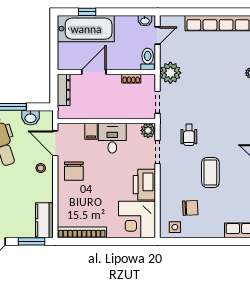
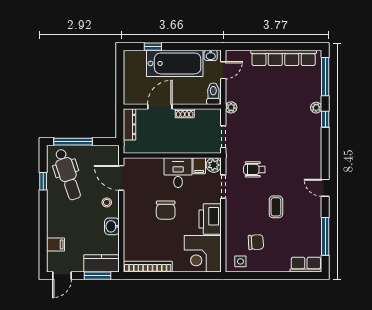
bathtub: (86, 29) -> (175, 63), moved
plant: (170, 73) -> (231, 107), width x0.53, depth x0.53
shoe rack: (131, 79) -> (185, 113), moved
washbasin: (30, 118) -> (112, 226), moved, turned 90
filing cabinet: (91, 131) -> (199, 166), moved
wheelchair: (189, 135) -> (254, 169), turned 90
chair: (74, 171) -> (166, 210), moved
coffee table: (210, 172) -> (276, 207), width x0.73, depth x0.77
kitchen counter: (44, 220) -> (102, 263), moved, turned 90

